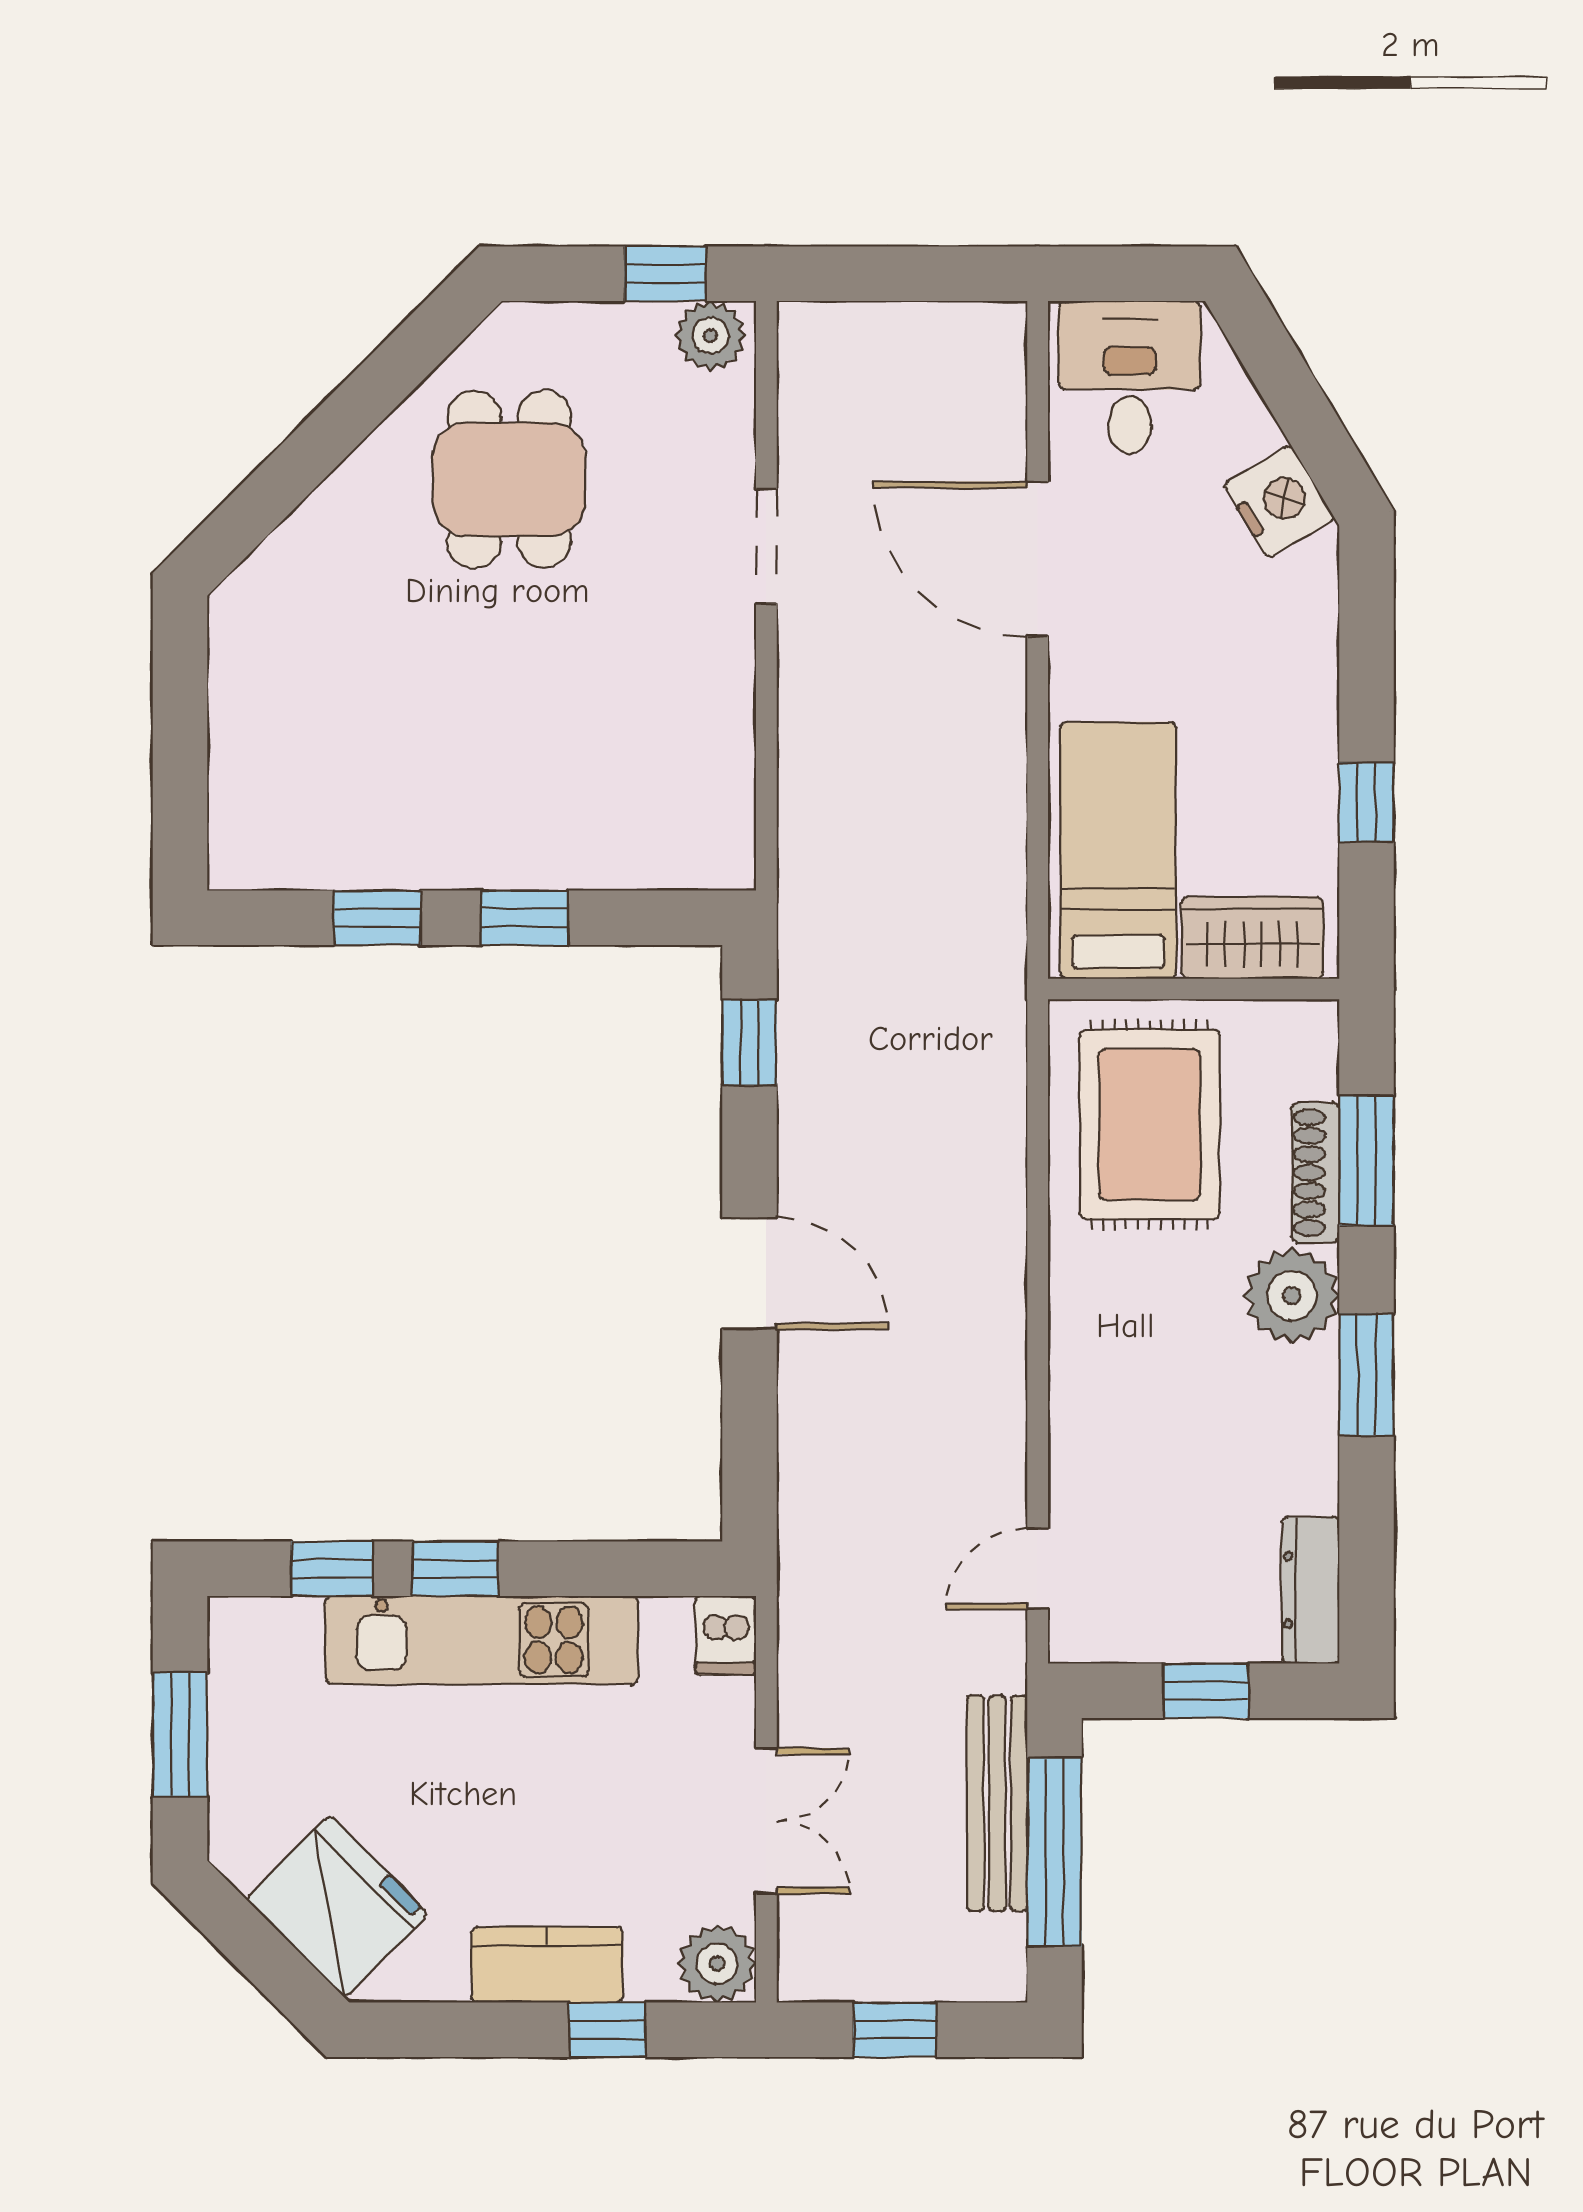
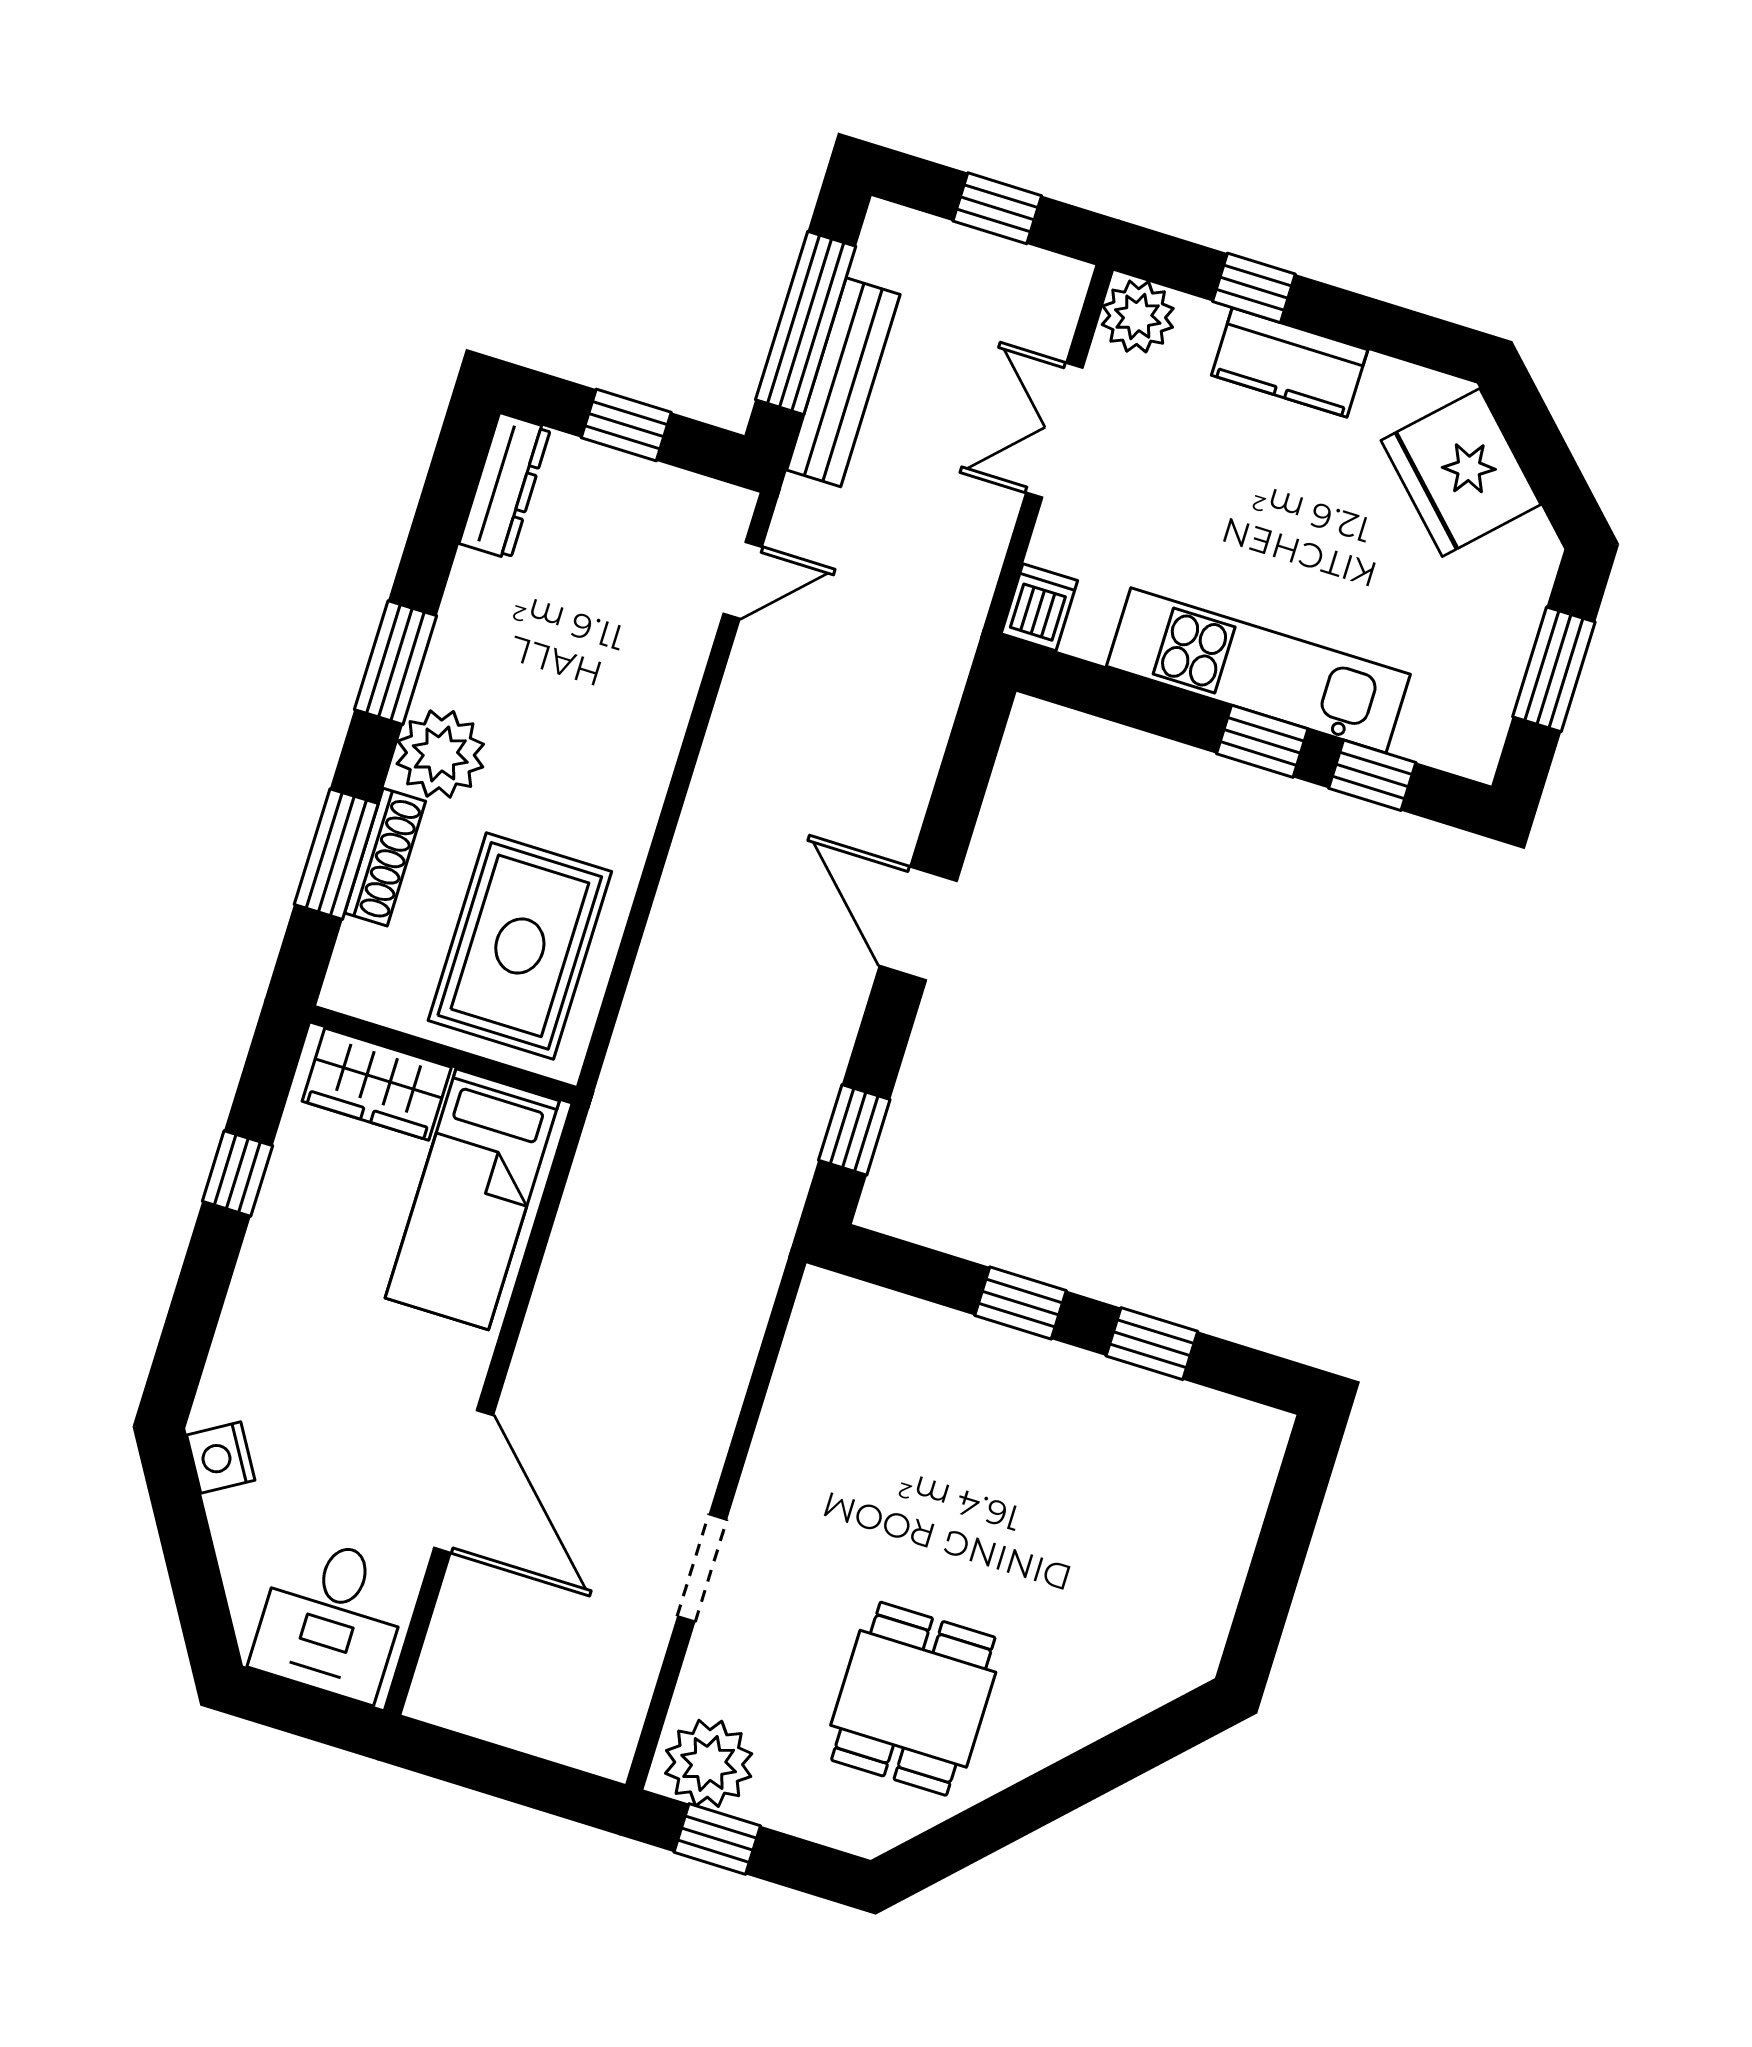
plant: (711, 336) -> (709, 1763), width x1.36, depth x1.36
nightstand: (1279, 502) -> (221, 1458), width x0.74, depth x0.75

